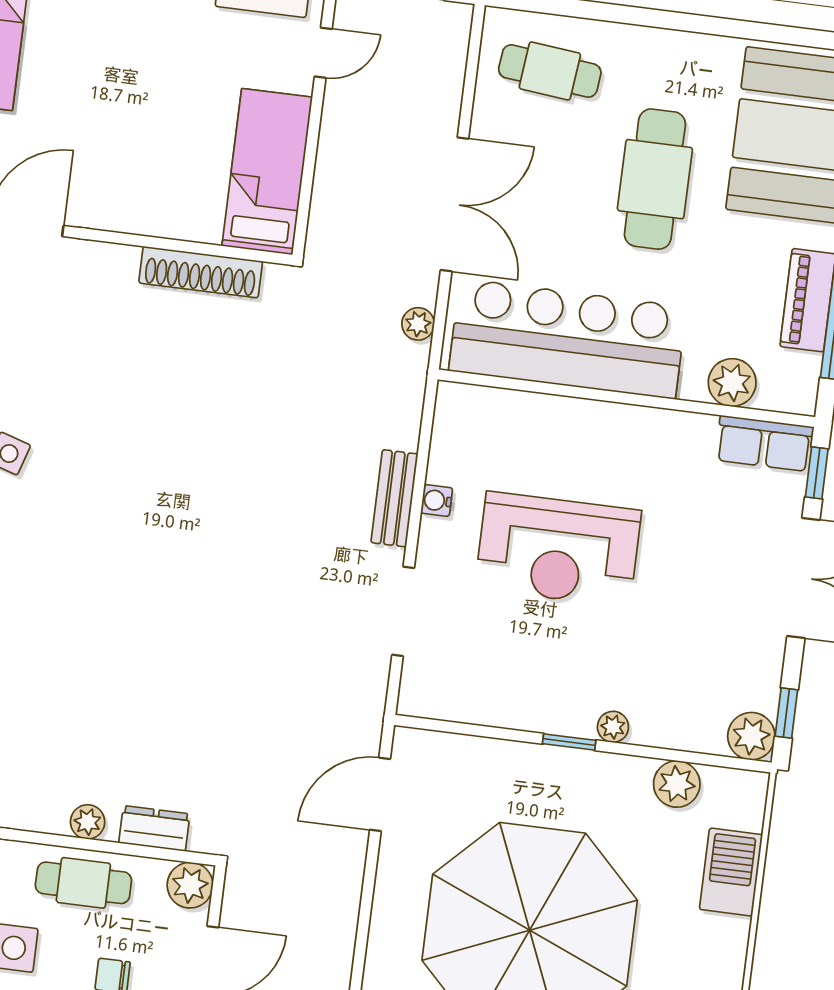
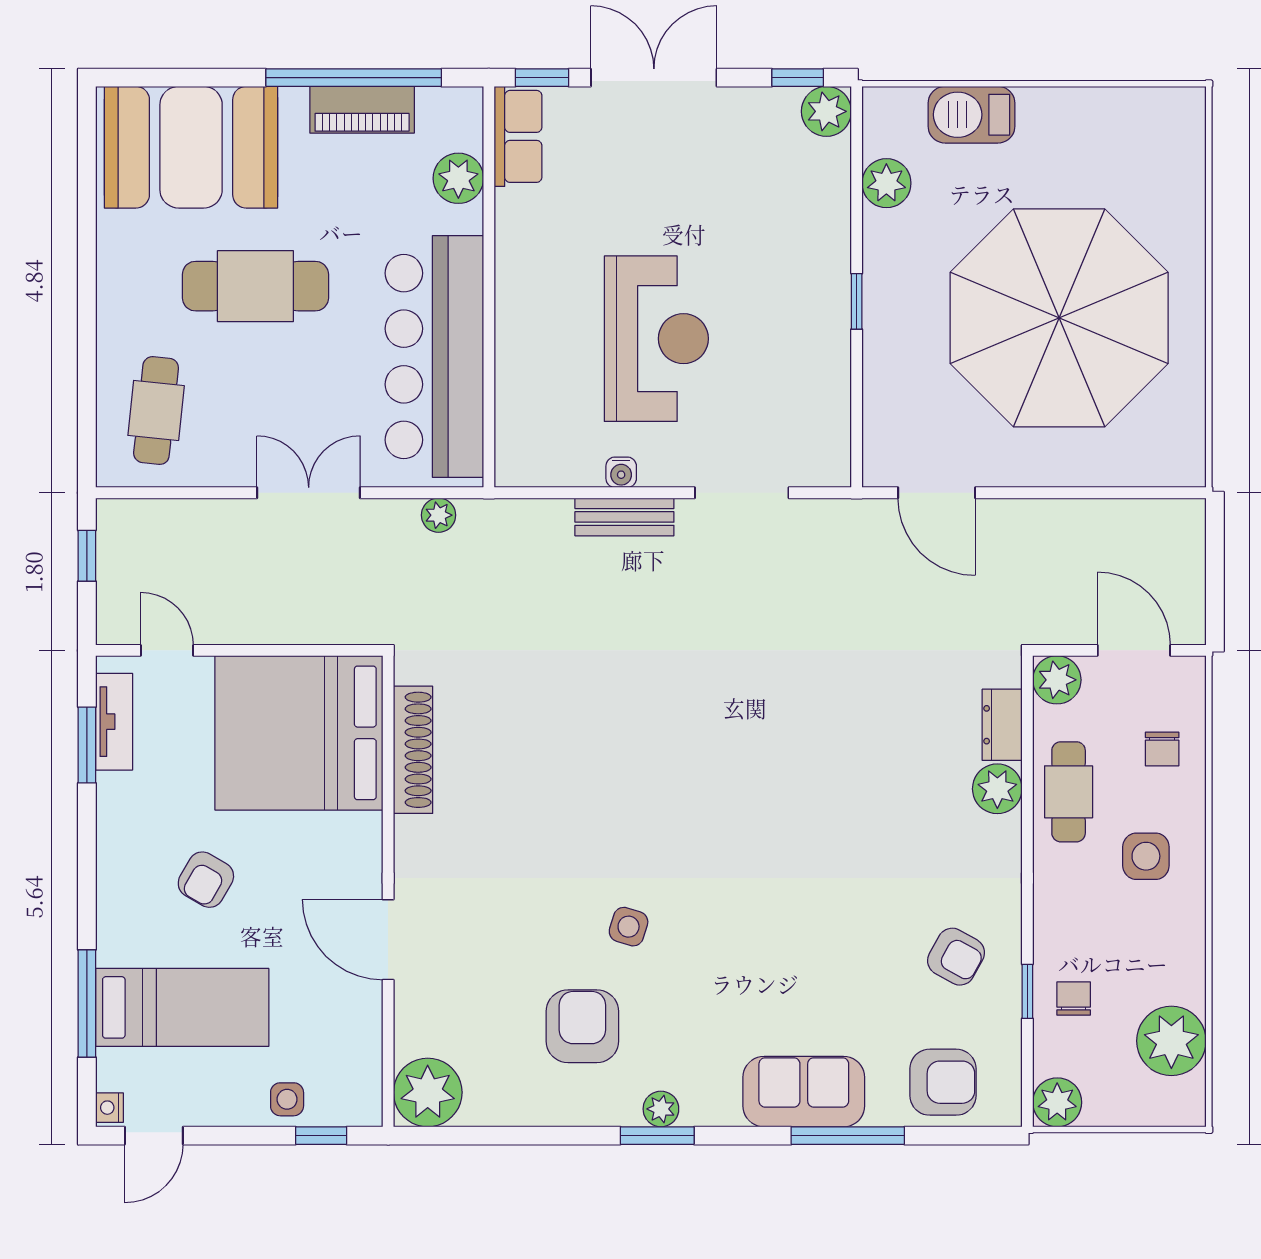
armchair: (103, 62) -> (206, 880), added
bed: (267, 172) -> (299, 733), width x2.04
double door: (455, 204) -> (309, 493), width x0.73
plant: (613, 727) -> (835, 258), removed
plant: (88, 822) -> (997, 789), width x1.38, depth x1.38

